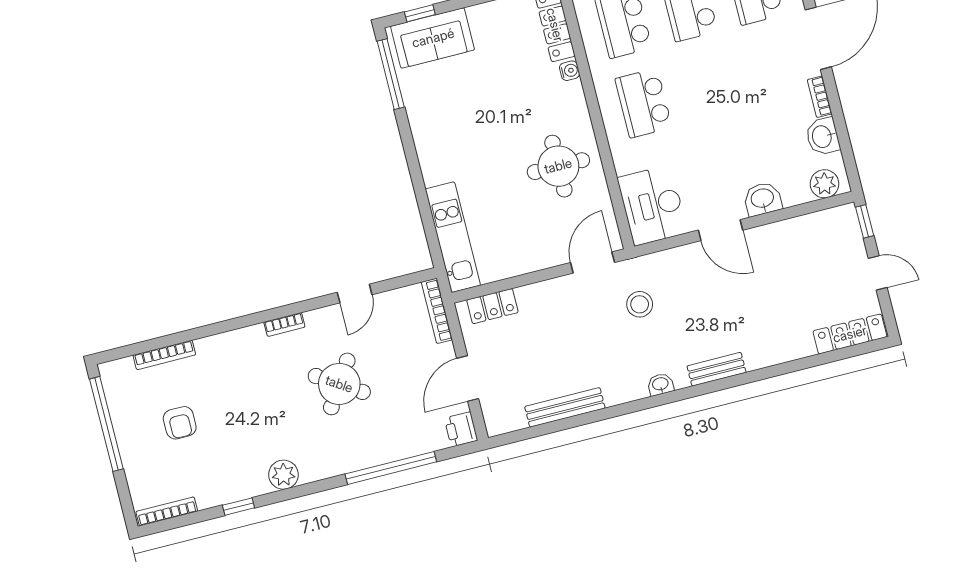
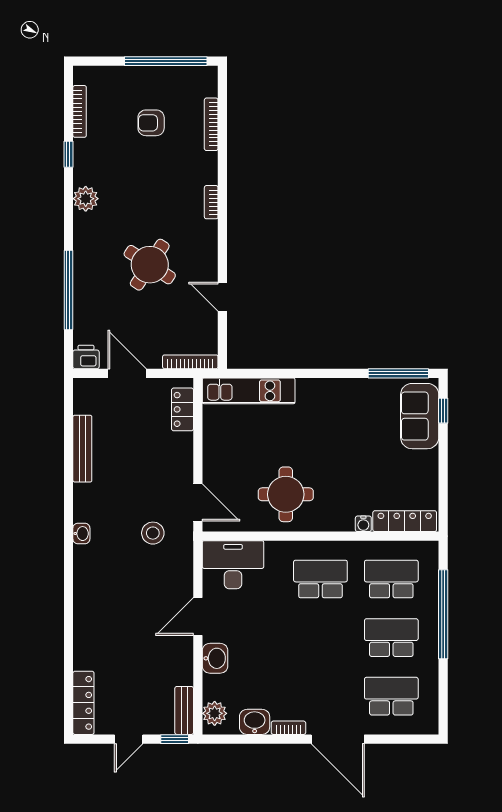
bookcase: (284, 324) -> (211, 202), moved
bench: (716, 369) -> (184, 710), moved
bookcase: (167, 511) -> (80, 111), moved

